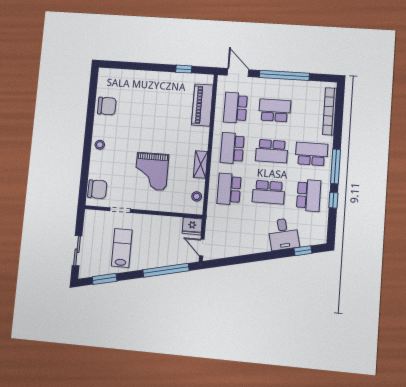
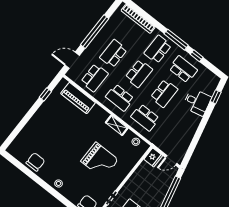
school desk: (235, 108) -> (94, 78), turned -90

